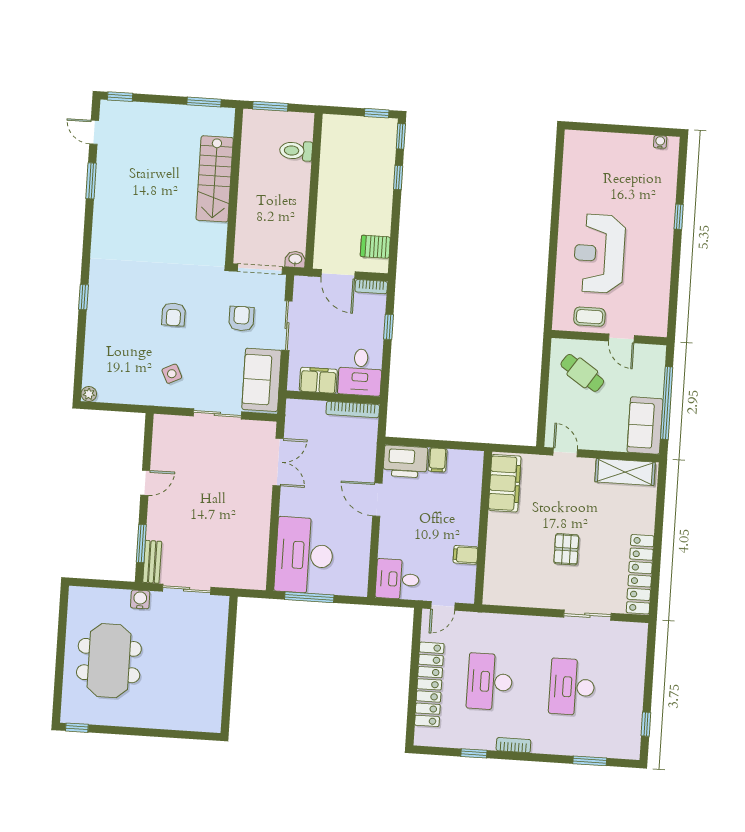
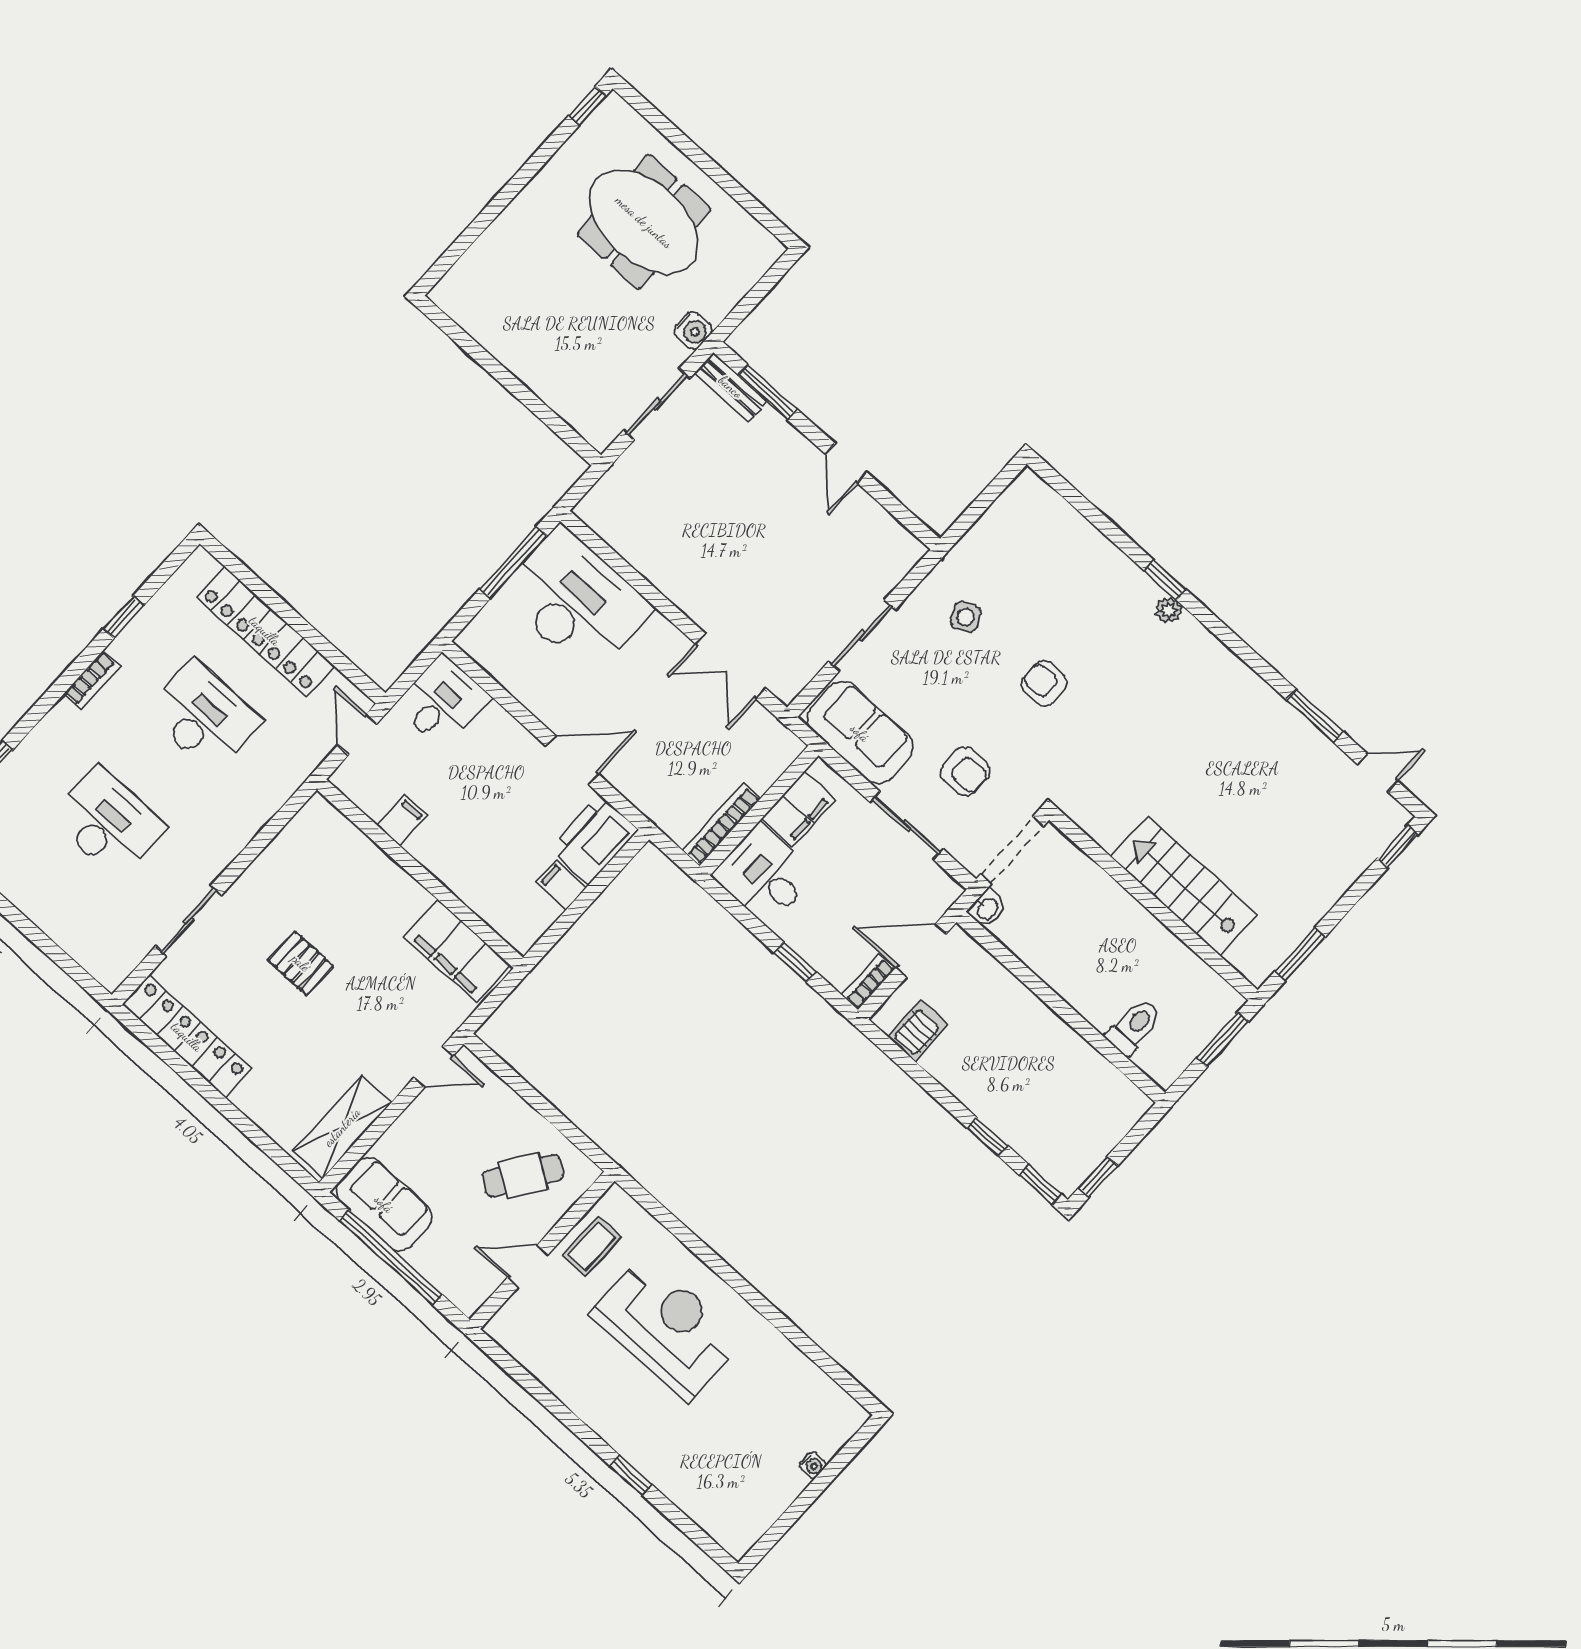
water cooler: (660, 142) -> (813, 1465), moved
plant: (89, 394) -> (1169, 610), moved

